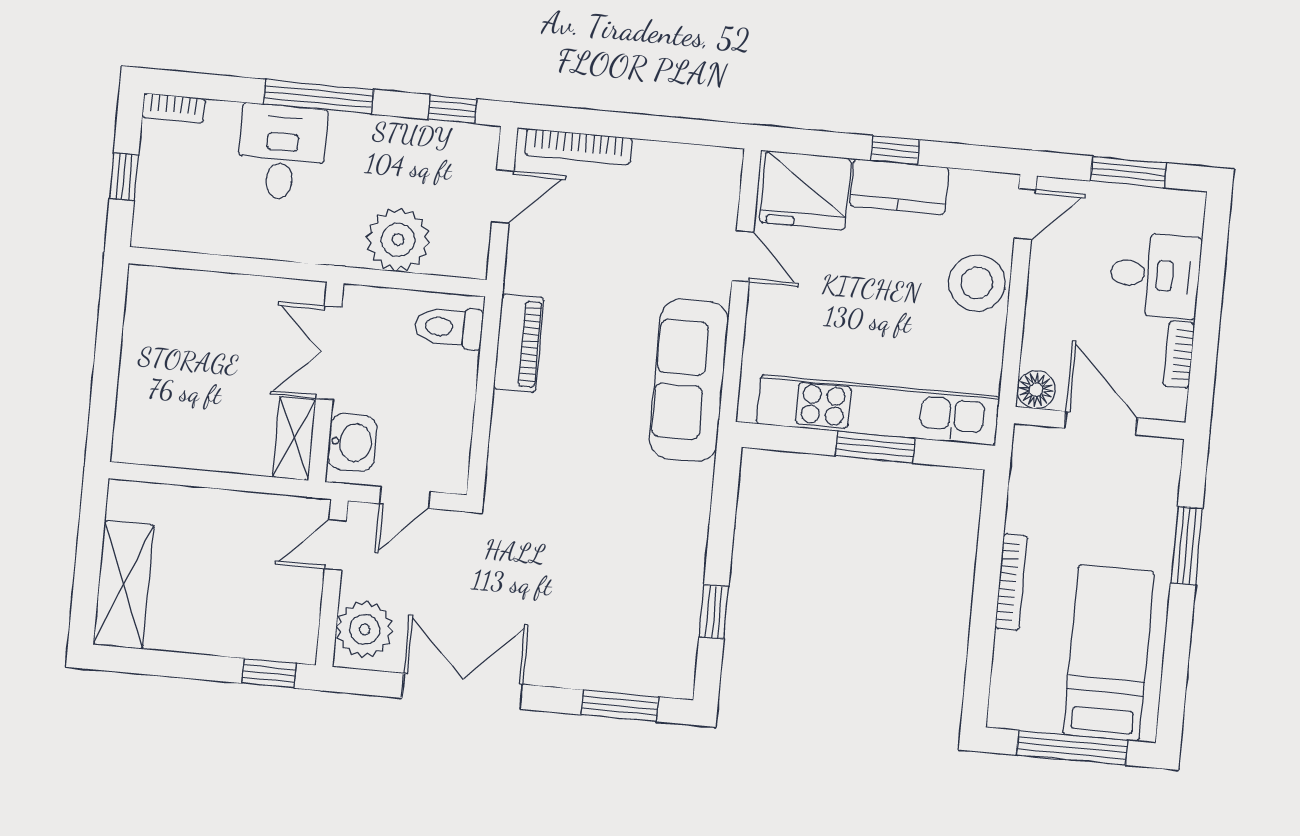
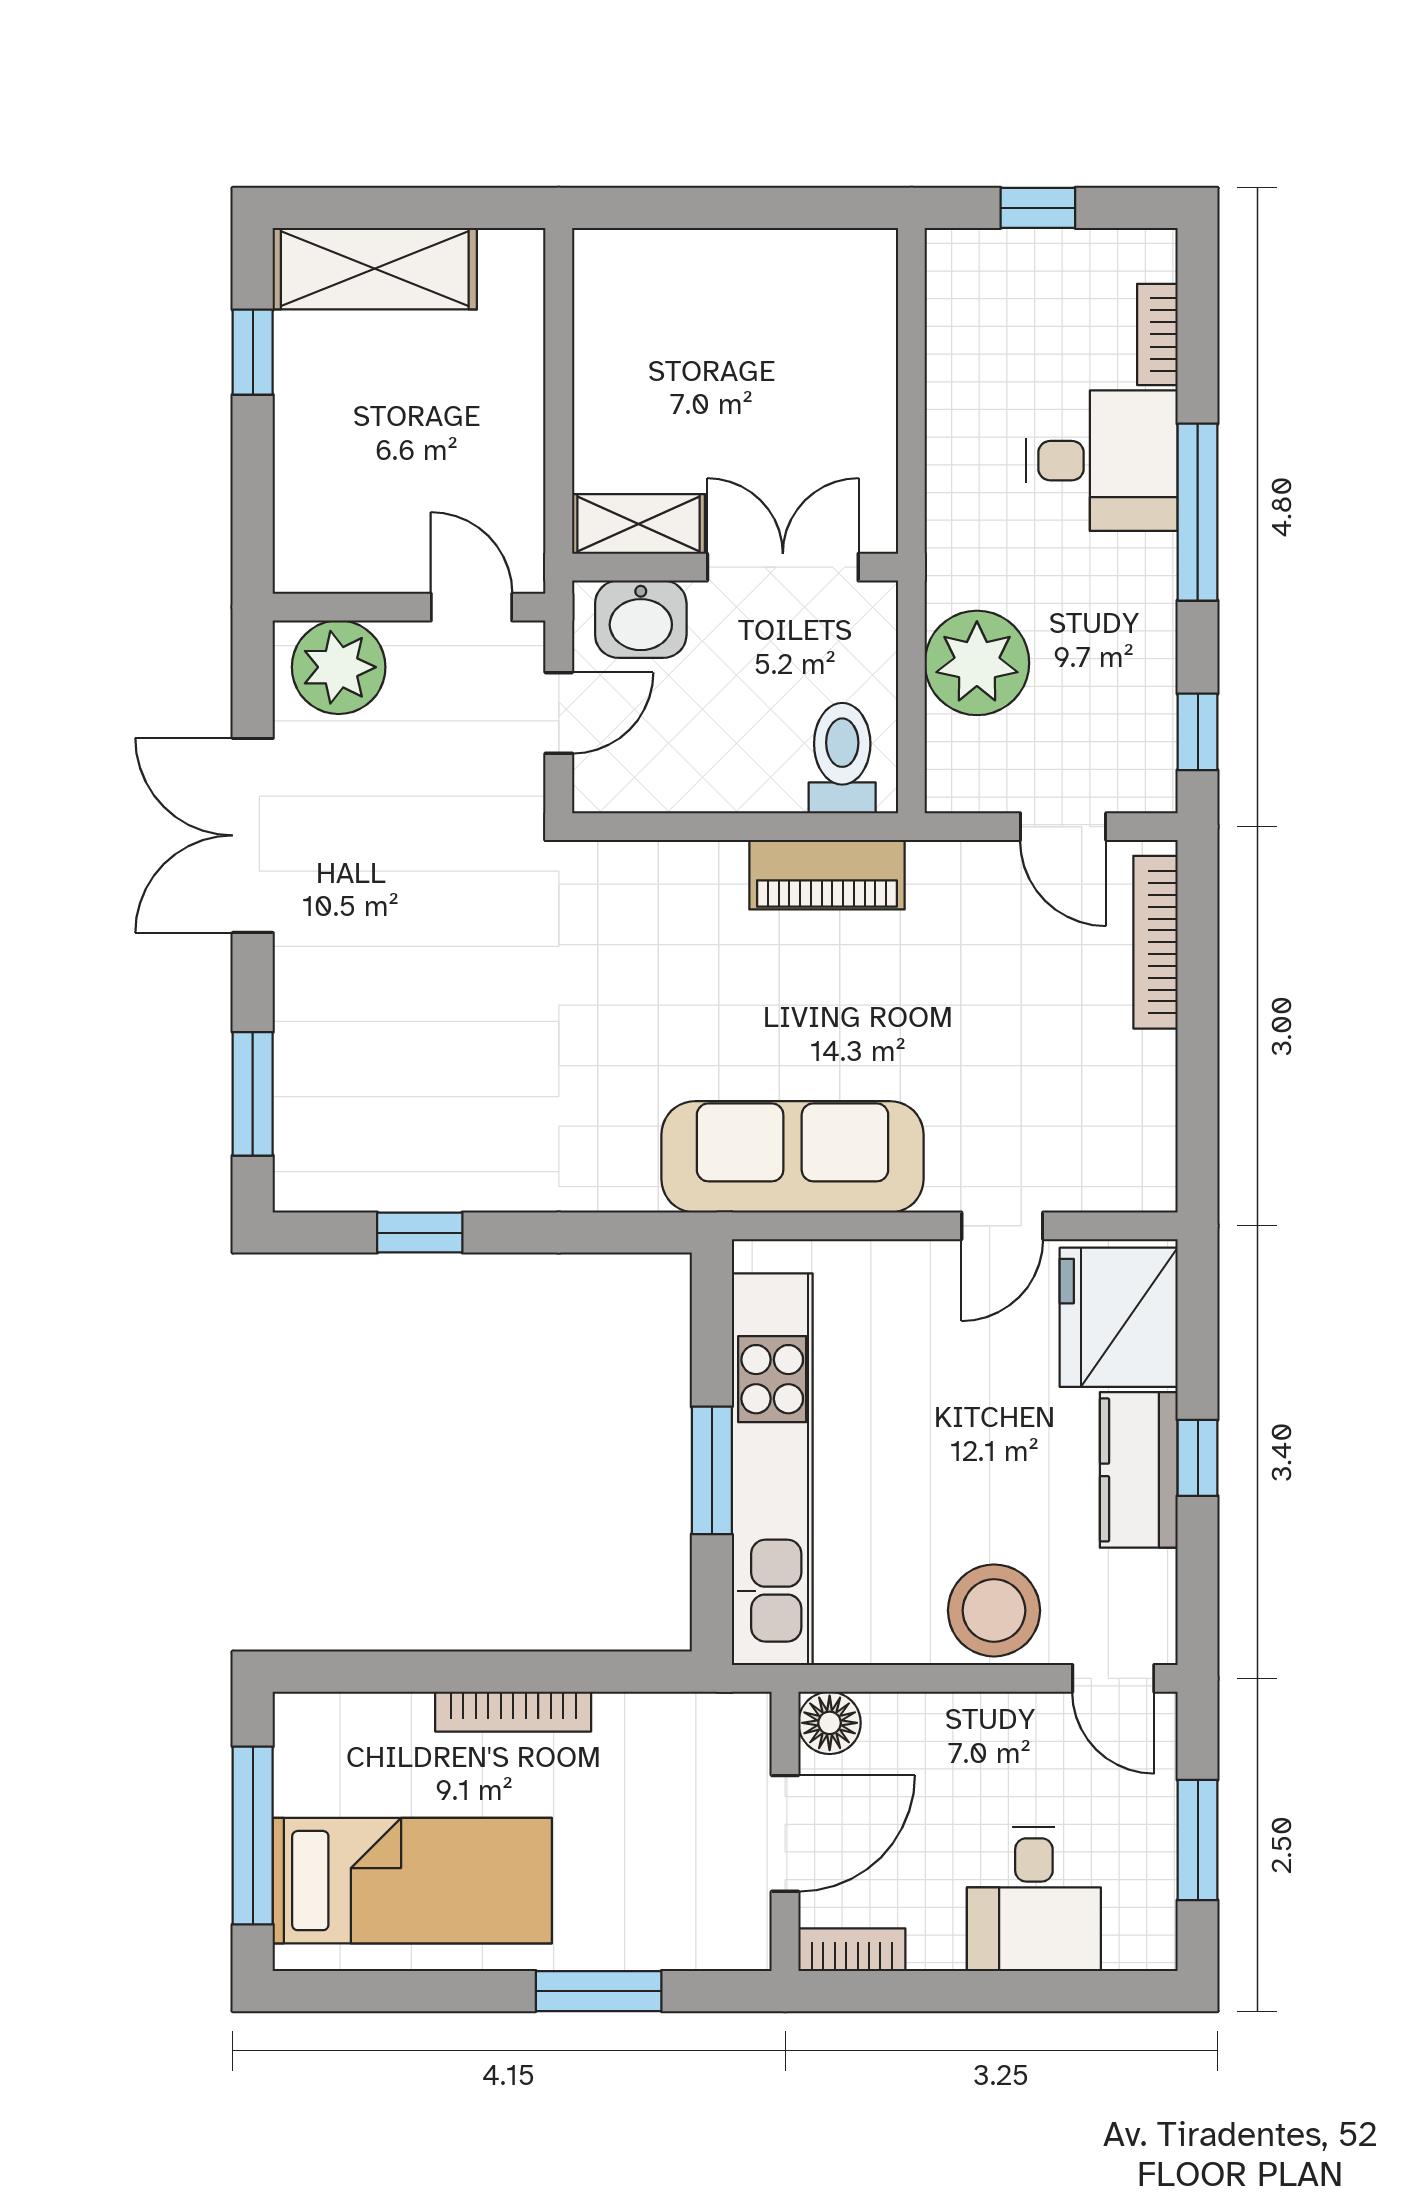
bookcase: (174, 108) -> (1157, 334), moved
bookcase: (1179, 355) -> (852, 1950), moved
door: (405, 498) -> (559, 713), swing flipped
window: (269, 673) -> (253, 352), moved
double door: (462, 691) -> (253, 835), swing flipped

